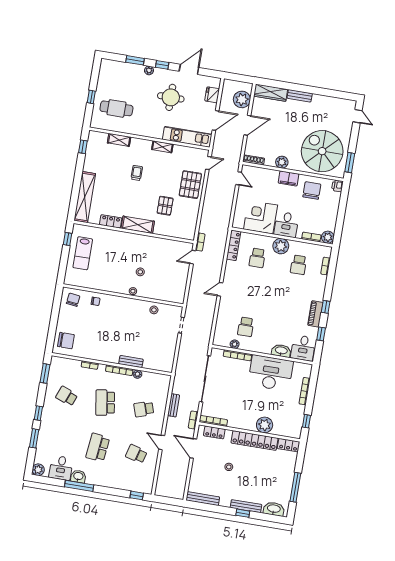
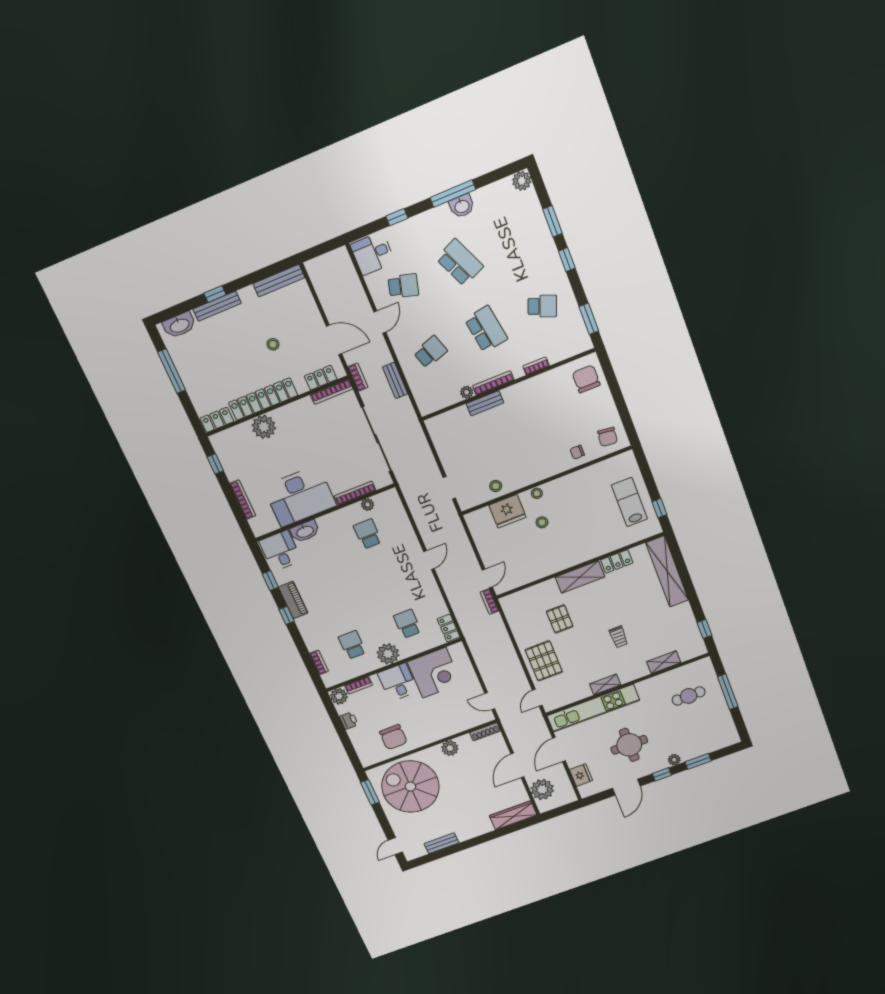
bench: (300, 96) -> (441, 843), moved
window: (91, 97) -> (728, 692), width x2.17
cafe table: (116, 108) -> (689, 696), width x0.73, depth x0.74
door: (357, 116) -> (395, 846), hinge flipped
kitchen unit: (187, 137) -> (593, 708), width x1.36
spiral stairs: (322, 151) -> (410, 787), turned 180
filing cabinet: (289, 178) -> (430, 735), removed
printer: (337, 186) -> (349, 721), moved
locker: (234, 245) -> (449, 628), width x0.66
fridge: (156, 291) -> (507, 511), added
chair: (66, 341) -> (586, 379), turned 90
door: (162, 442) -> (380, 322), hinge flipped
school desk: (98, 447) -> (460, 263), turned -30
desk: (61, 468) -> (373, 254), moved, turned -90
window: (137, 495) -> (397, 217), moved

